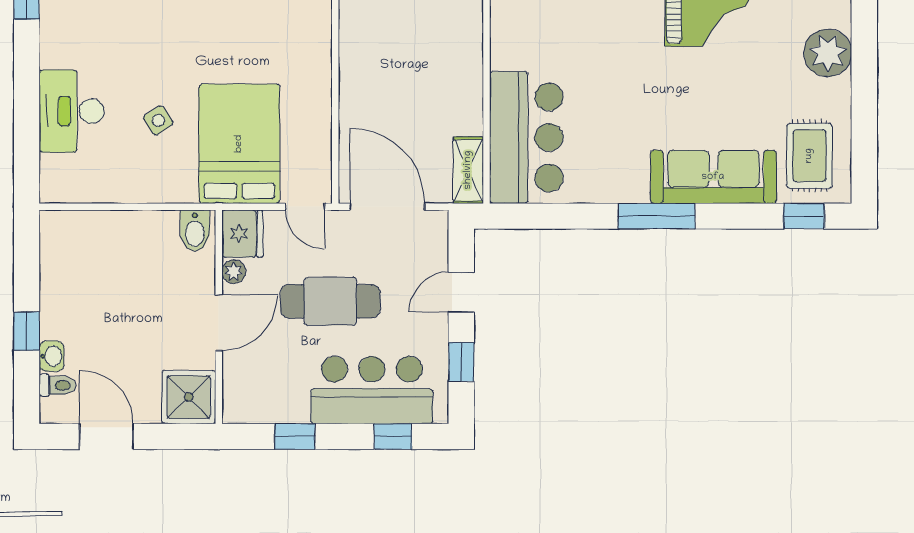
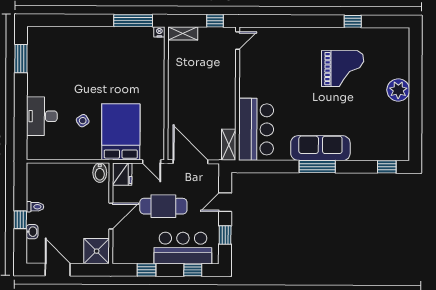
rug: (809, 156) -> (389, 138), removed
sofa: (713, 177) -> (320, 148), moved
plant: (234, 272) -> (118, 192), removed
toilet: (58, 385) -> (35, 207), moved

